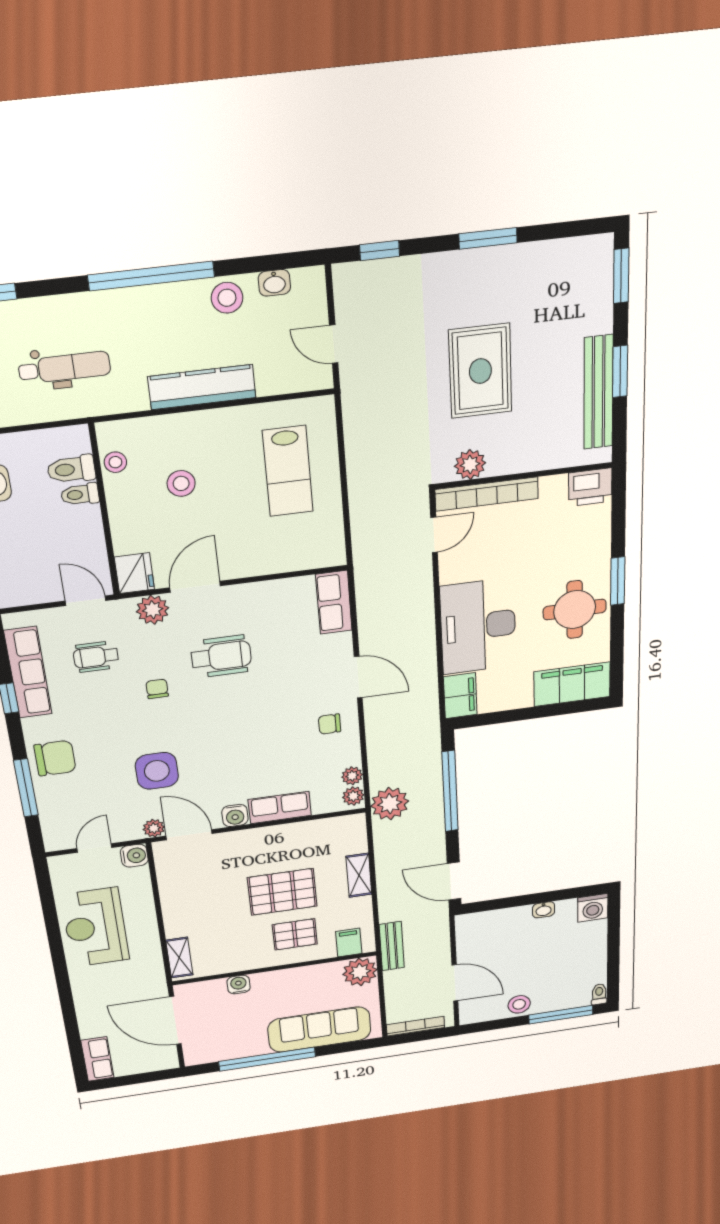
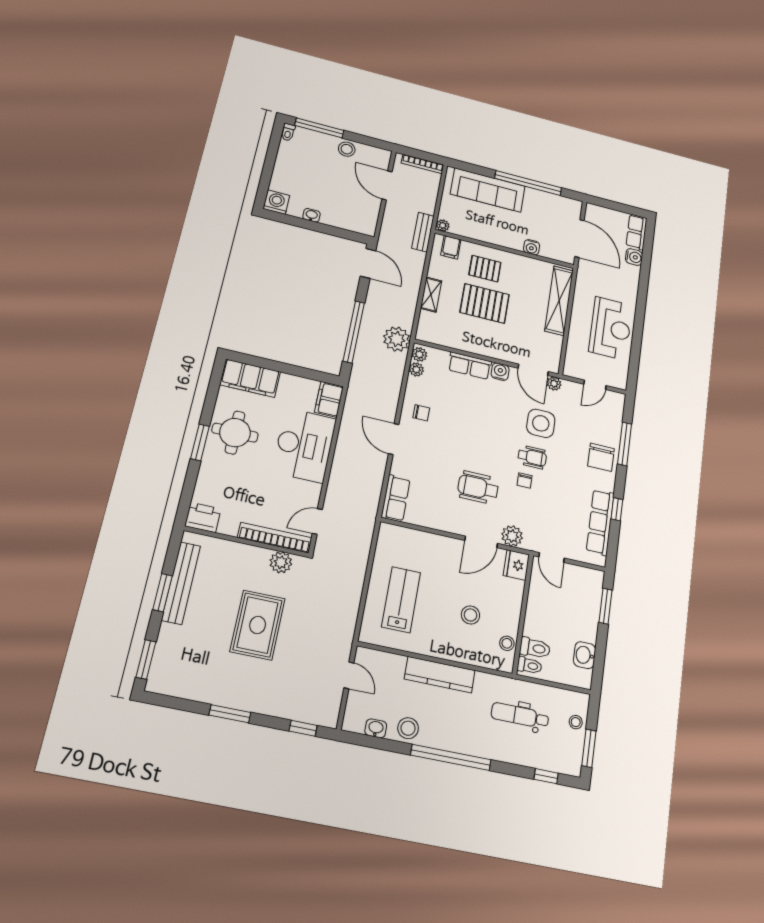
toilet: (80, 494) -> (530, 665), moved
wheelchair: (96, 657) -> (532, 457), moved
chair: (55, 758) -> (601, 457), turned -90
water cooler: (134, 856) -> (634, 257), moved, turned 180
shelving: (179, 958) -> (559, 301), width x2.20, depth x1.33
plant: (360, 972) -> (443, 225), width x0.53, depth x0.53

